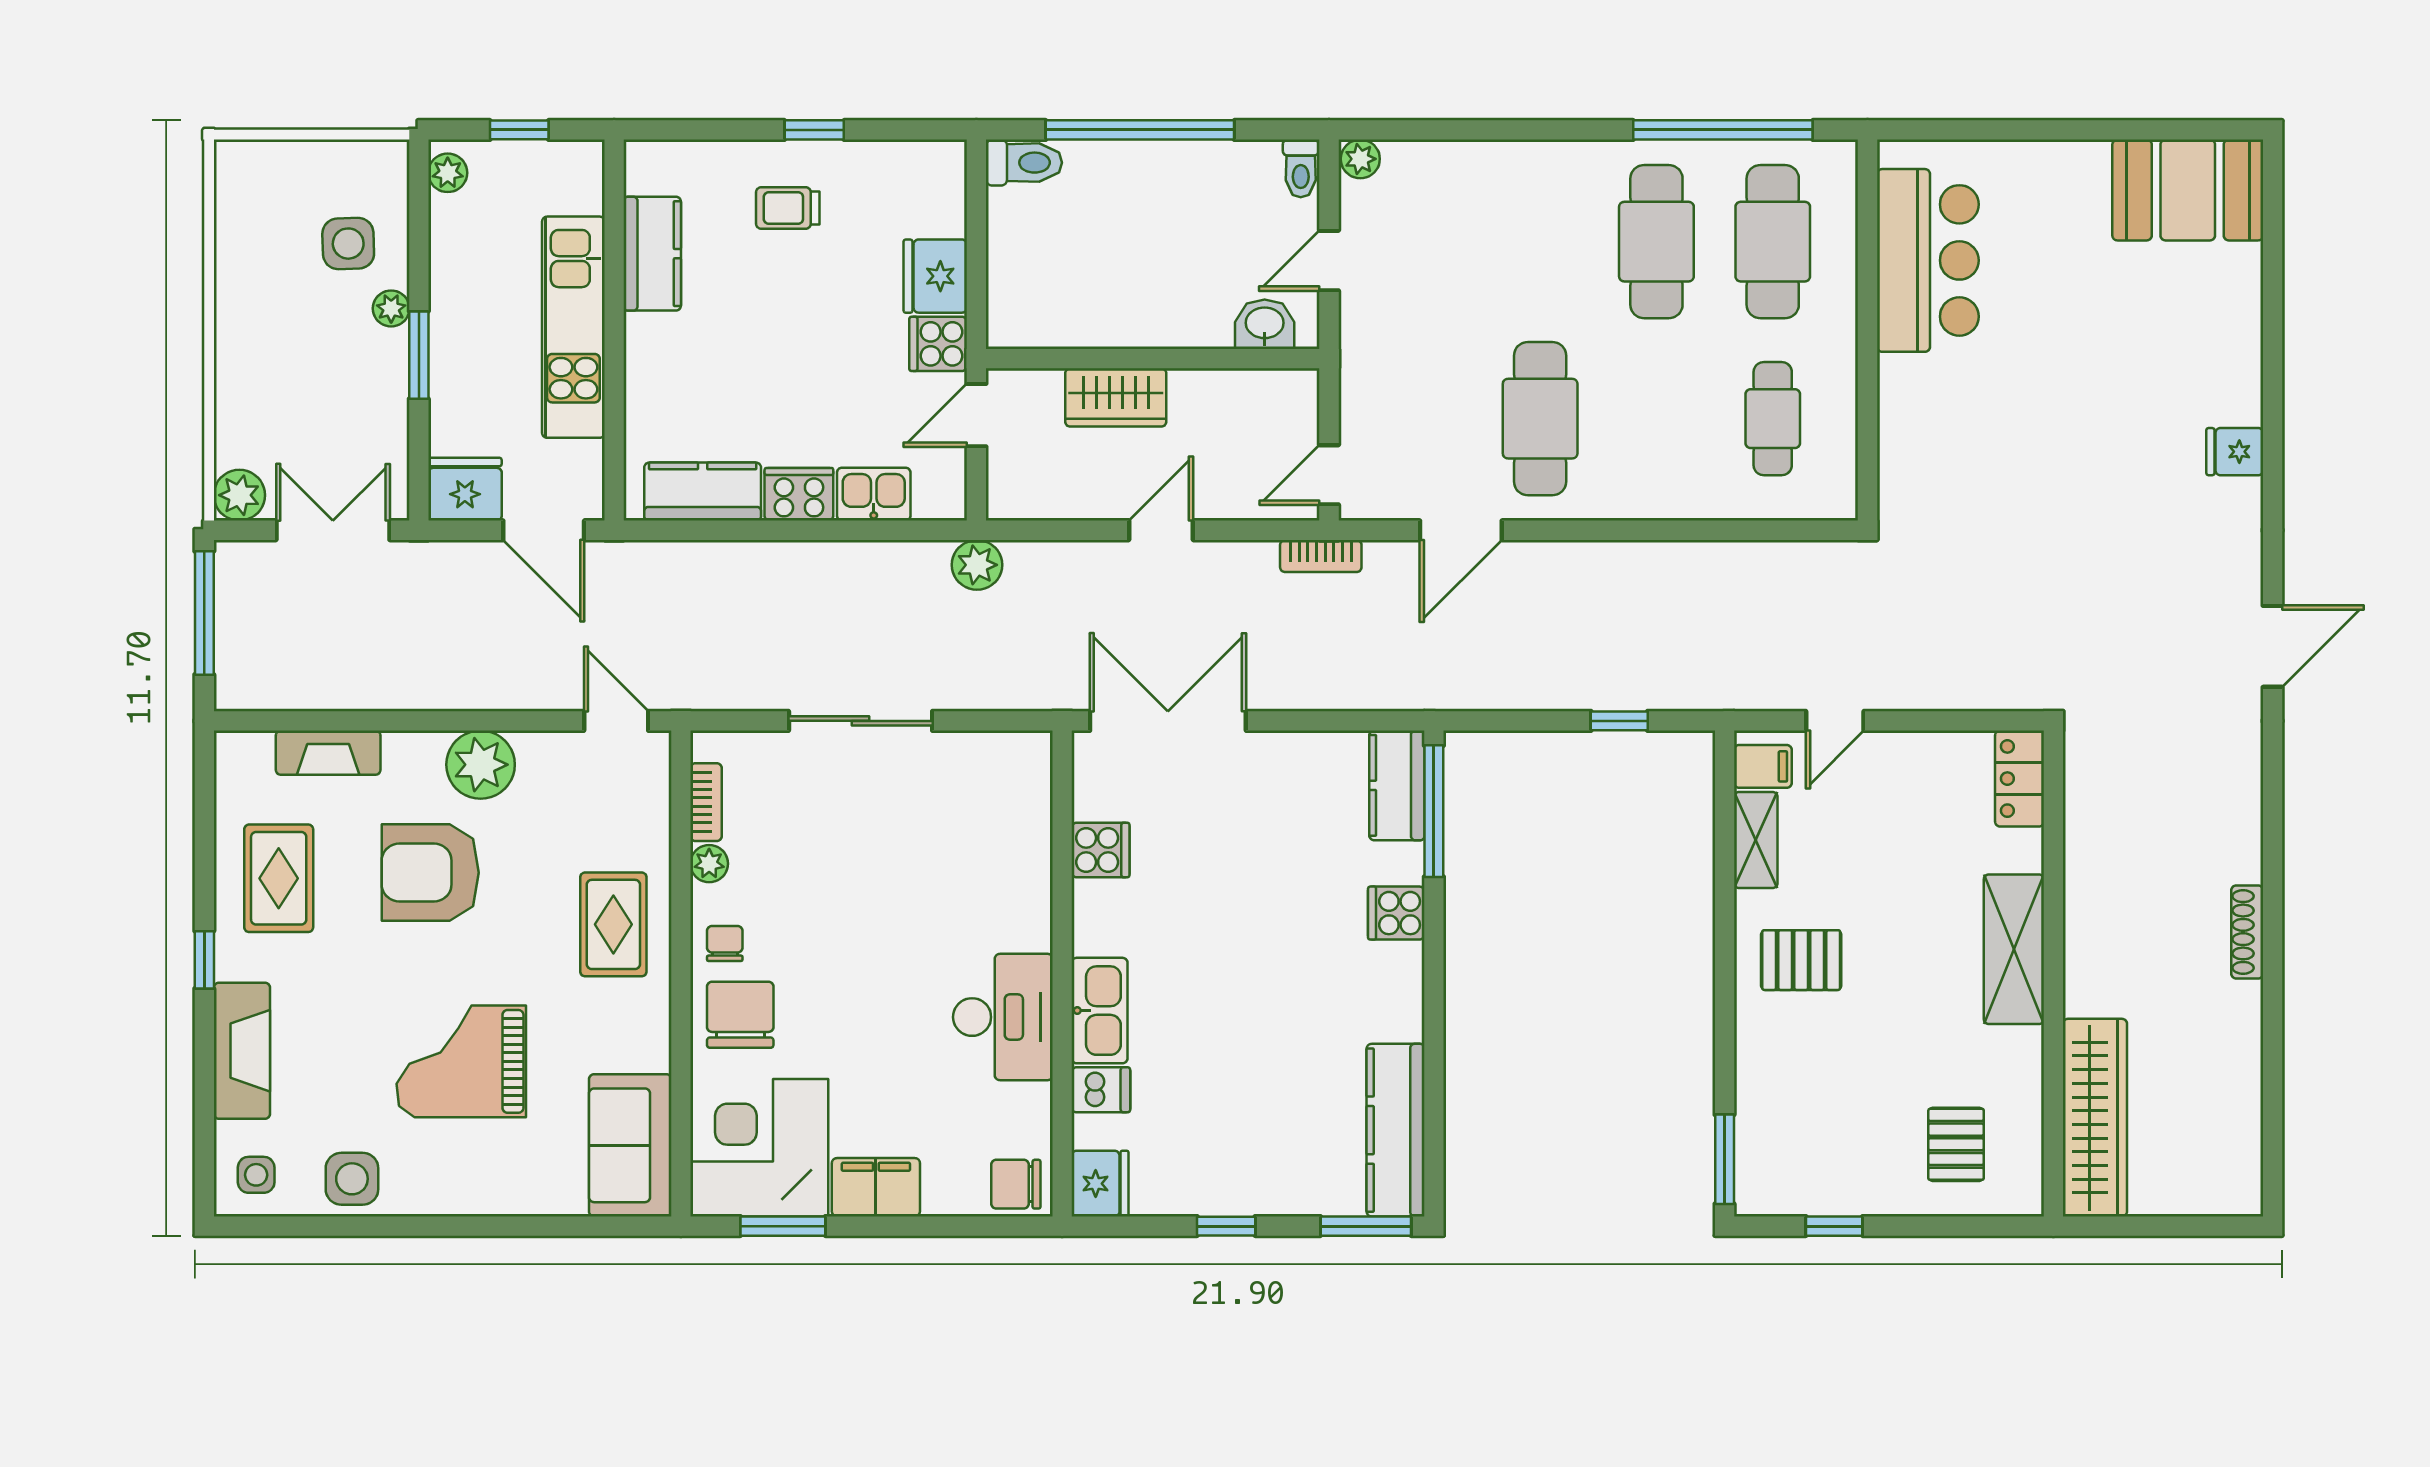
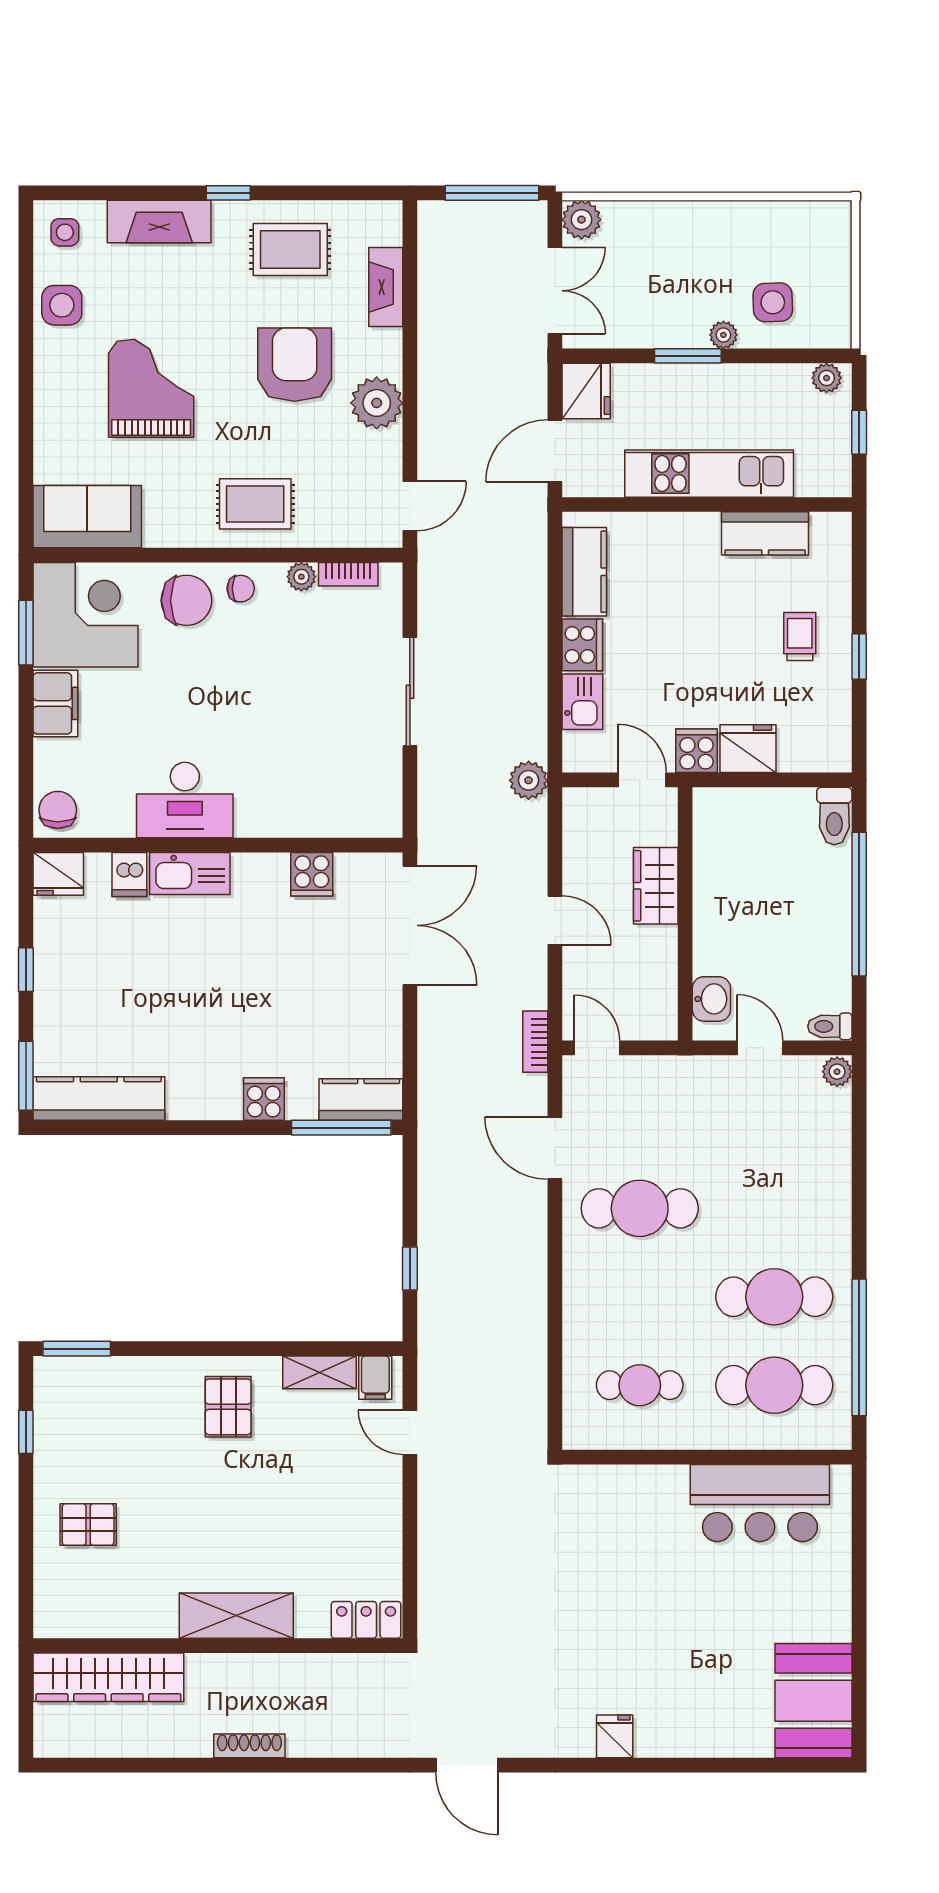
locker: (2020, 779) -> (366, 1620), moved
shelving: (2014, 949) -> (236, 1616), moved
wall: (2053, 973) -> (218, 1646), moved
wardrobe: (2095, 1118) -> (108, 1677), moved

